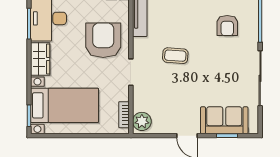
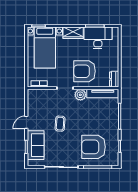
armchair: (227, 26) -> (94, 147), width x1.88, depth x1.88
armchair: (103, 40) -> (85, 71), turned 180
coffee table: (175, 56) -> (60, 124), moved
plant: (142, 121) -> (80, 95), moved

